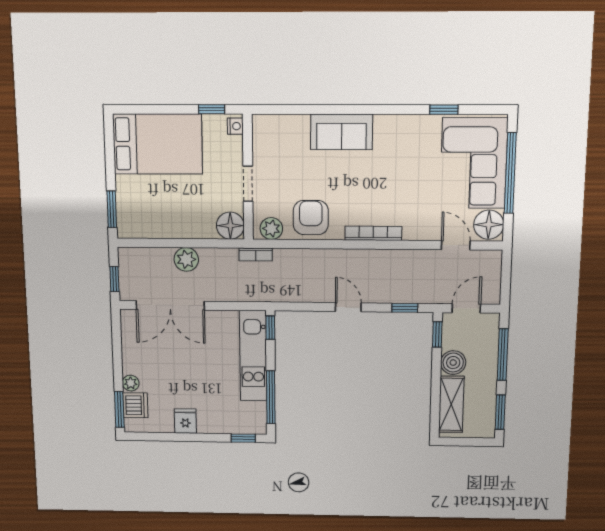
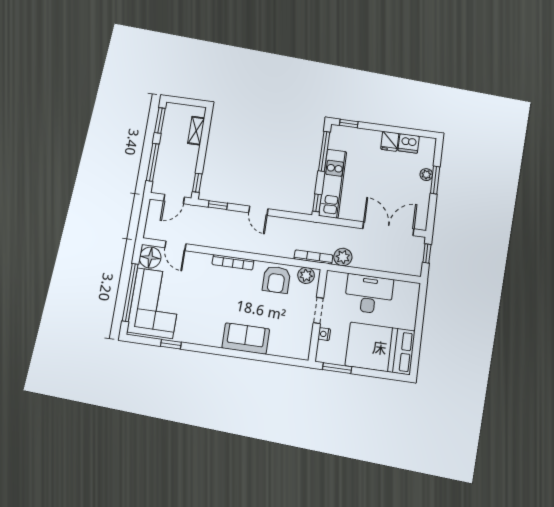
window: (212, 109) -> (337, 368), width x1.50
nightstand: (235, 126) -> (324, 334), moved
window: (112, 209) -> (421, 305), removed
desk: (183, 215) -> (369, 294), added
floor lamp: (230, 226) -> (336, 282), removed
bookcase: (256, 254) -> (313, 257), width x1.56
plant: (186, 259) -> (343, 257), moved
boiler: (453, 363) -> (189, 161), removed
shelving: (451, 404) -> (196, 131), width x0.67, depth x0.75
dishwasher: (135, 405) -> (409, 143), moved, turned -90
window: (119, 409) -> (435, 180), moved

